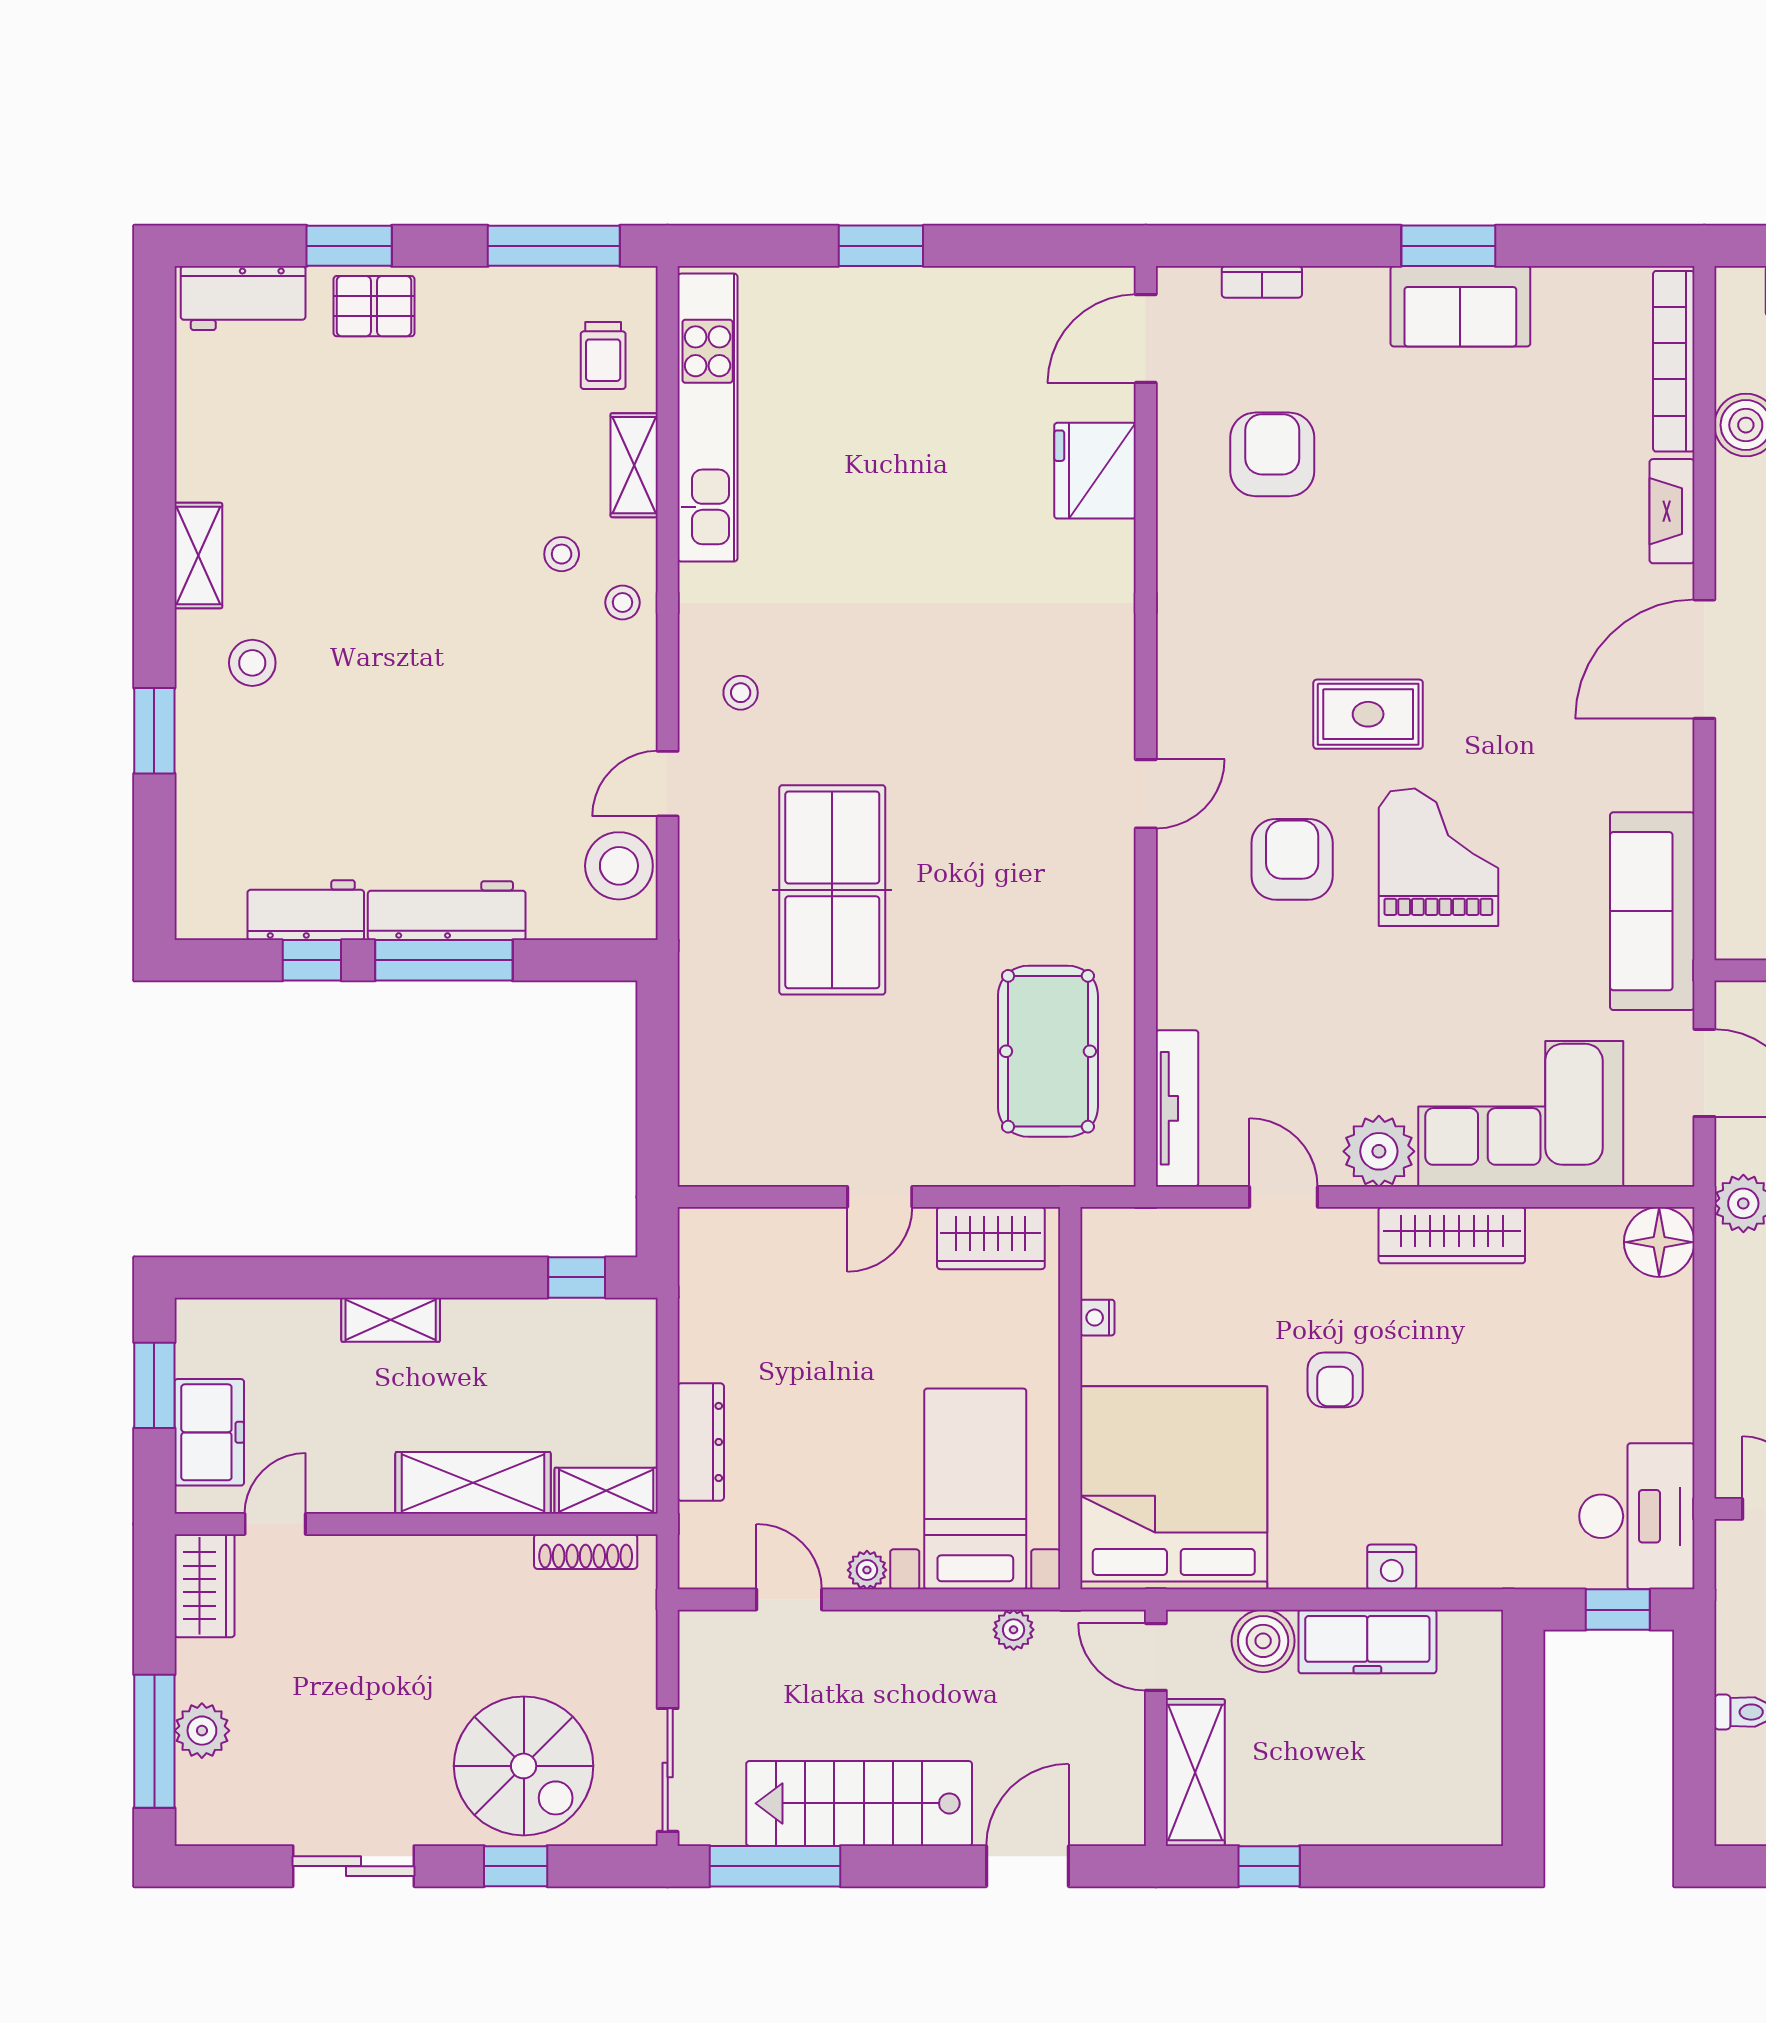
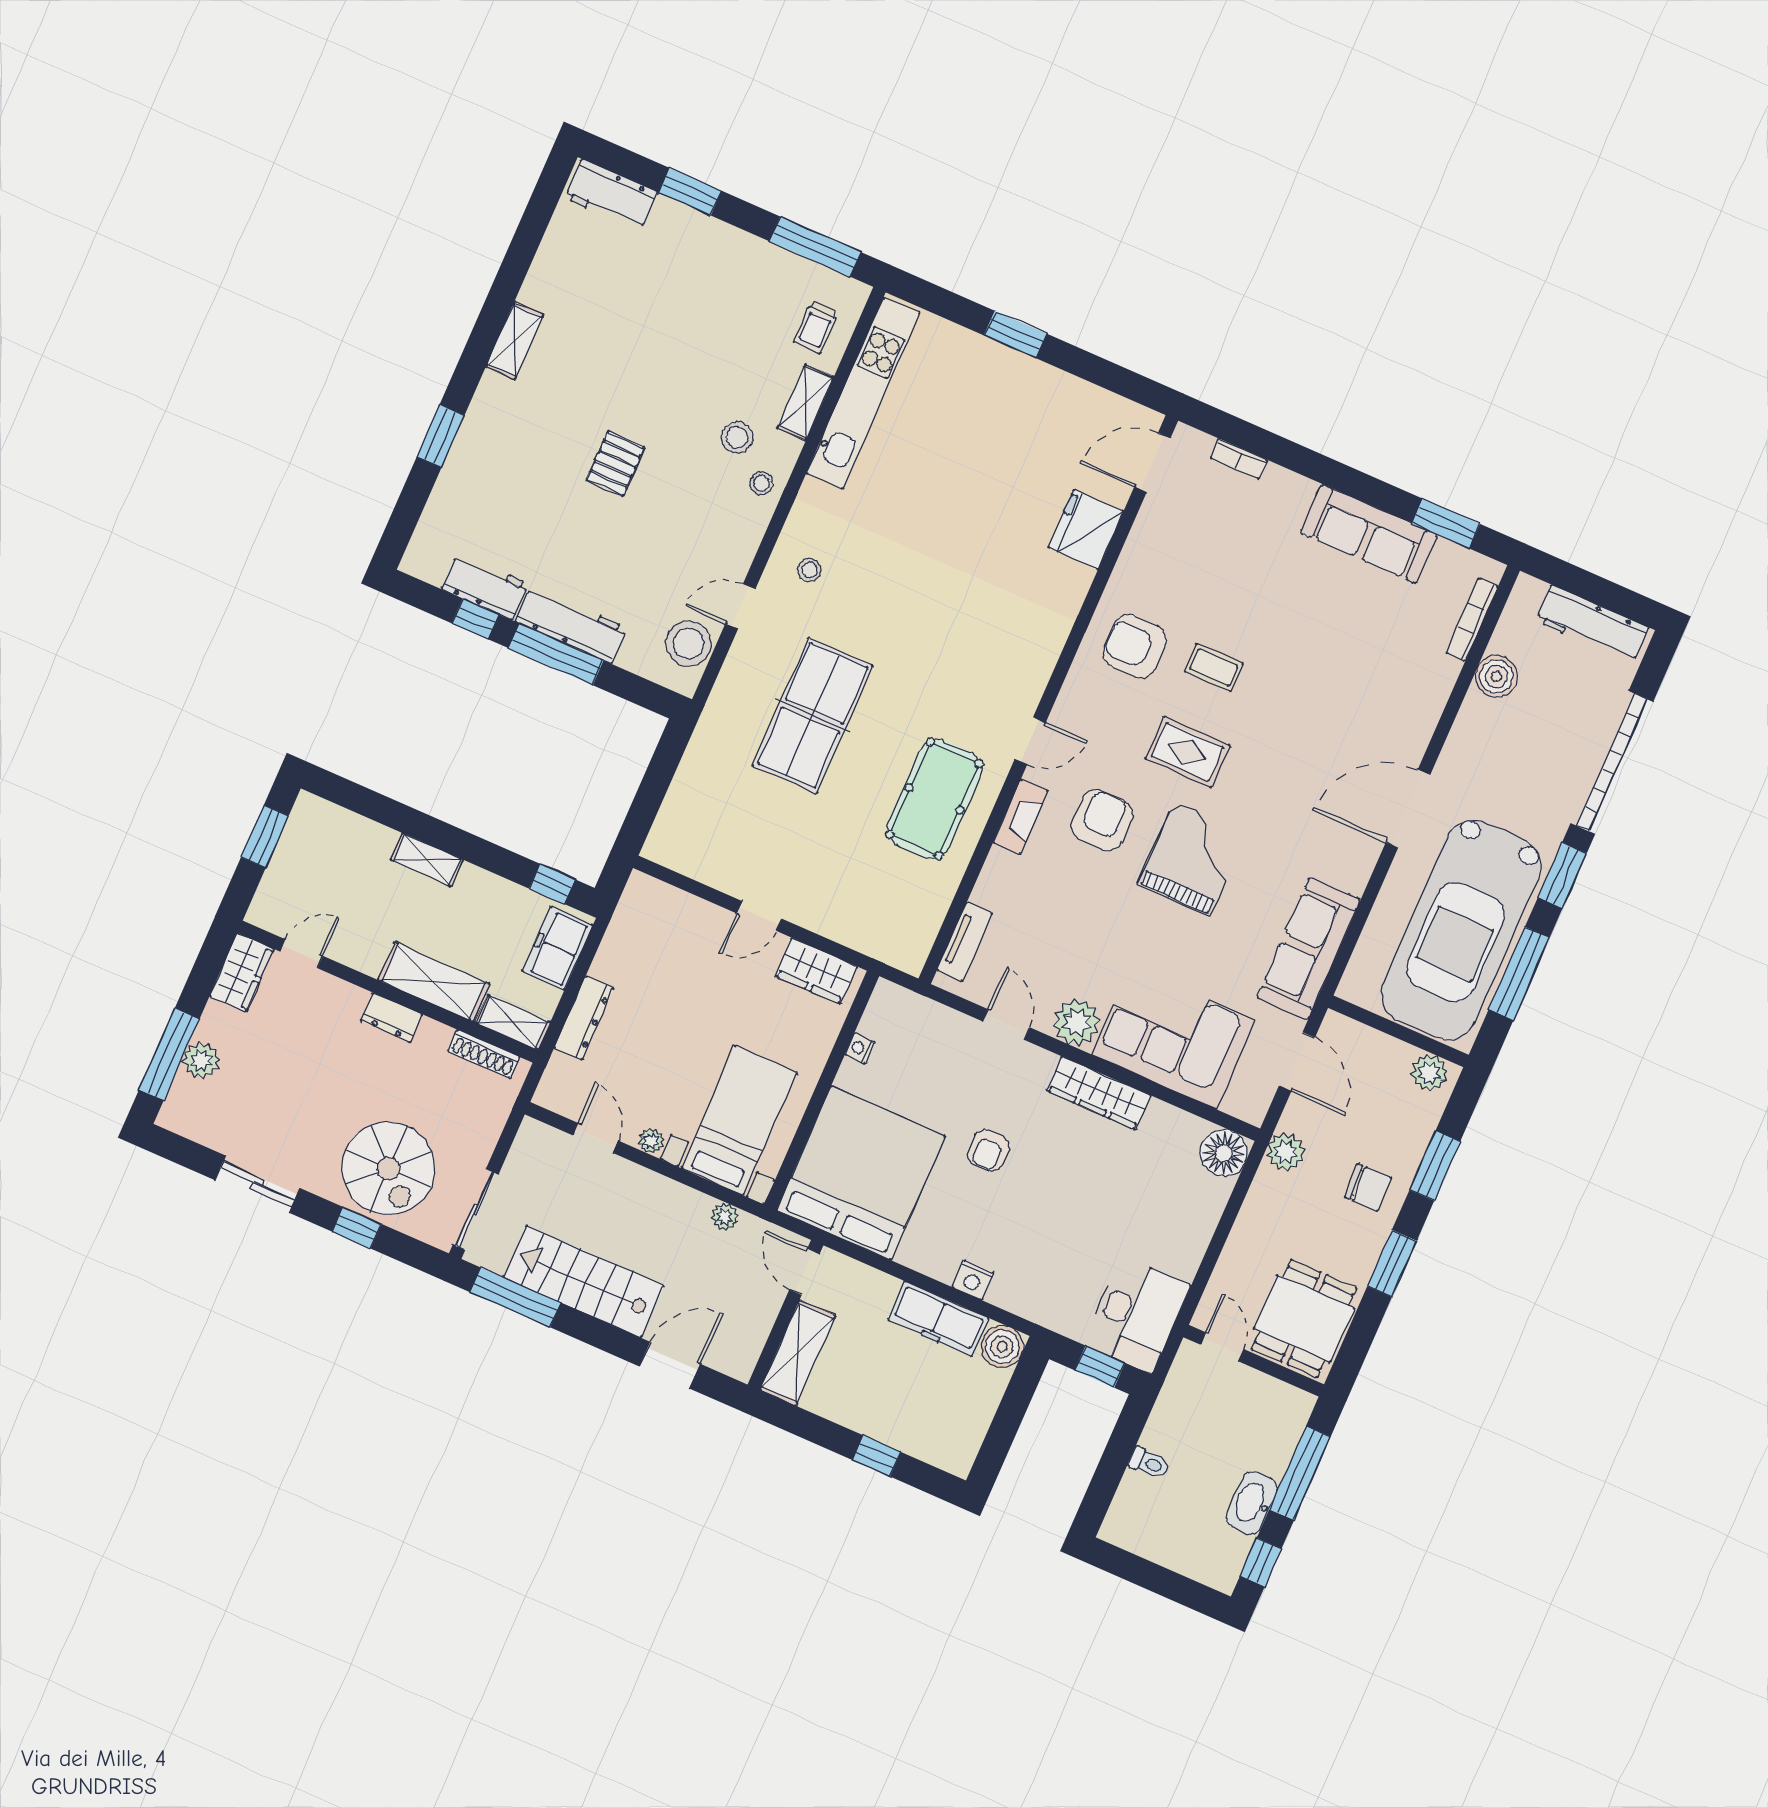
window: (1448, 246) -> (1446, 523), moved
pallet: (374, 306) -> (615, 464), moved, turned 90
sofa: (1460, 306) -> (1369, 534), width x1.36
bookcase: (1674, 361) -> (1472, 619), width x0.68, depth x0.76
armchair: (1272, 454) -> (1134, 646), moved, turned -90
fireplace: (1672, 511) -> (1020, 817), moved, turned 180
stool: (562, 554) -> (737, 437), width x1.37, depth x1.37
coffee table: (1353, 583) -> (1214, 667), added
stool: (252, 663) -> (519, 421), removed
pool table: (1048, 1051) -> (934, 799), moved
tv unit: (1177, 1108) -> (965, 942), width x0.71
freezer: (209, 1432) -> (558, 948), moved, turned 180
dresser: (437, 1557) -> (391, 1017), added
boiler: (1263, 1641) -> (1002, 1347), moved
window: (1269, 1866) -> (877, 1456), moved

